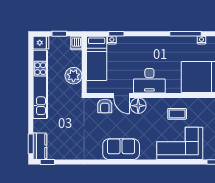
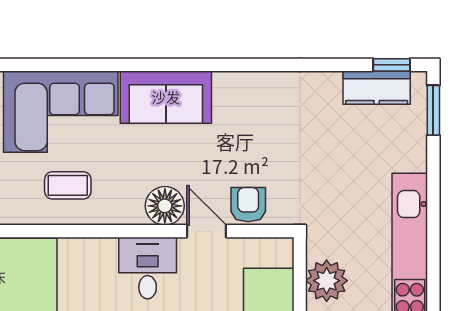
desk: (149, 81) -> (148, 268), width x0.73
kitchen counter: (40, 146) -> (377, 88), moved, turned -90
sofa: (121, 149) -> (166, 97), moved

